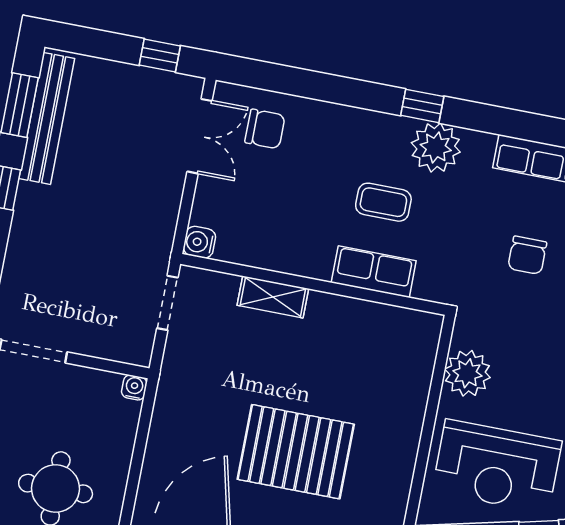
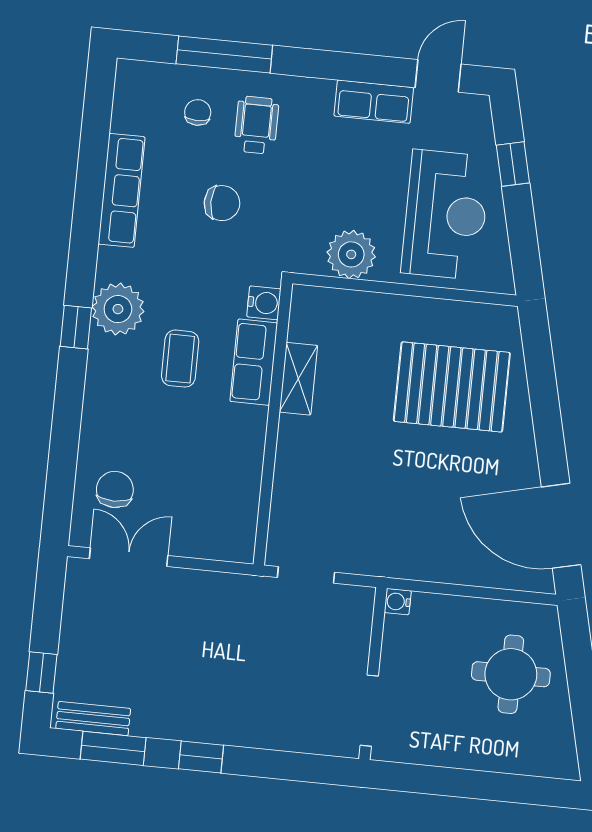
window: (160, 55) -> (41, 673), moved
bench: (47, 118) -> (93, 719), width x0.54, depth x0.82
water cooler: (199, 242) -> (264, 303), moved, turned -90
shelving: (273, 297) -> (298, 379), moved
pallet: (296, 452) -> (452, 387), moved, turned 90

